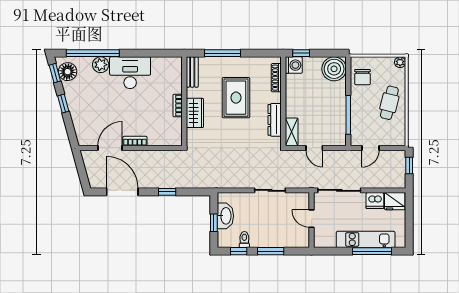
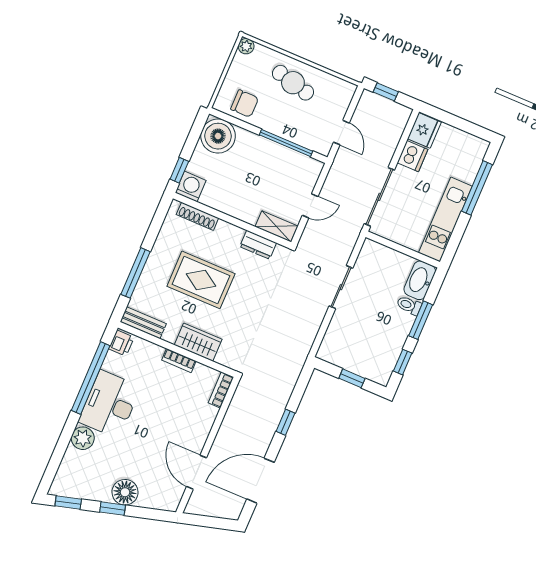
window: (93, 53) -> (91, 378), moved
printer: (173, 63) -> (121, 343), added
floor lamp: (68, 72) -> (125, 492), moved
dresser: (275, 120) -> (258, 245), width x0.70
bookcase: (135, 141) -> (221, 390), moved
washbasin: (225, 216) -> (420, 280), moved, turned -90
door: (312, 219) -> (401, 249), removed
kitchen unit: (366, 239) -> (445, 220), moved
toilet: (244, 240) -> (409, 305), moved

